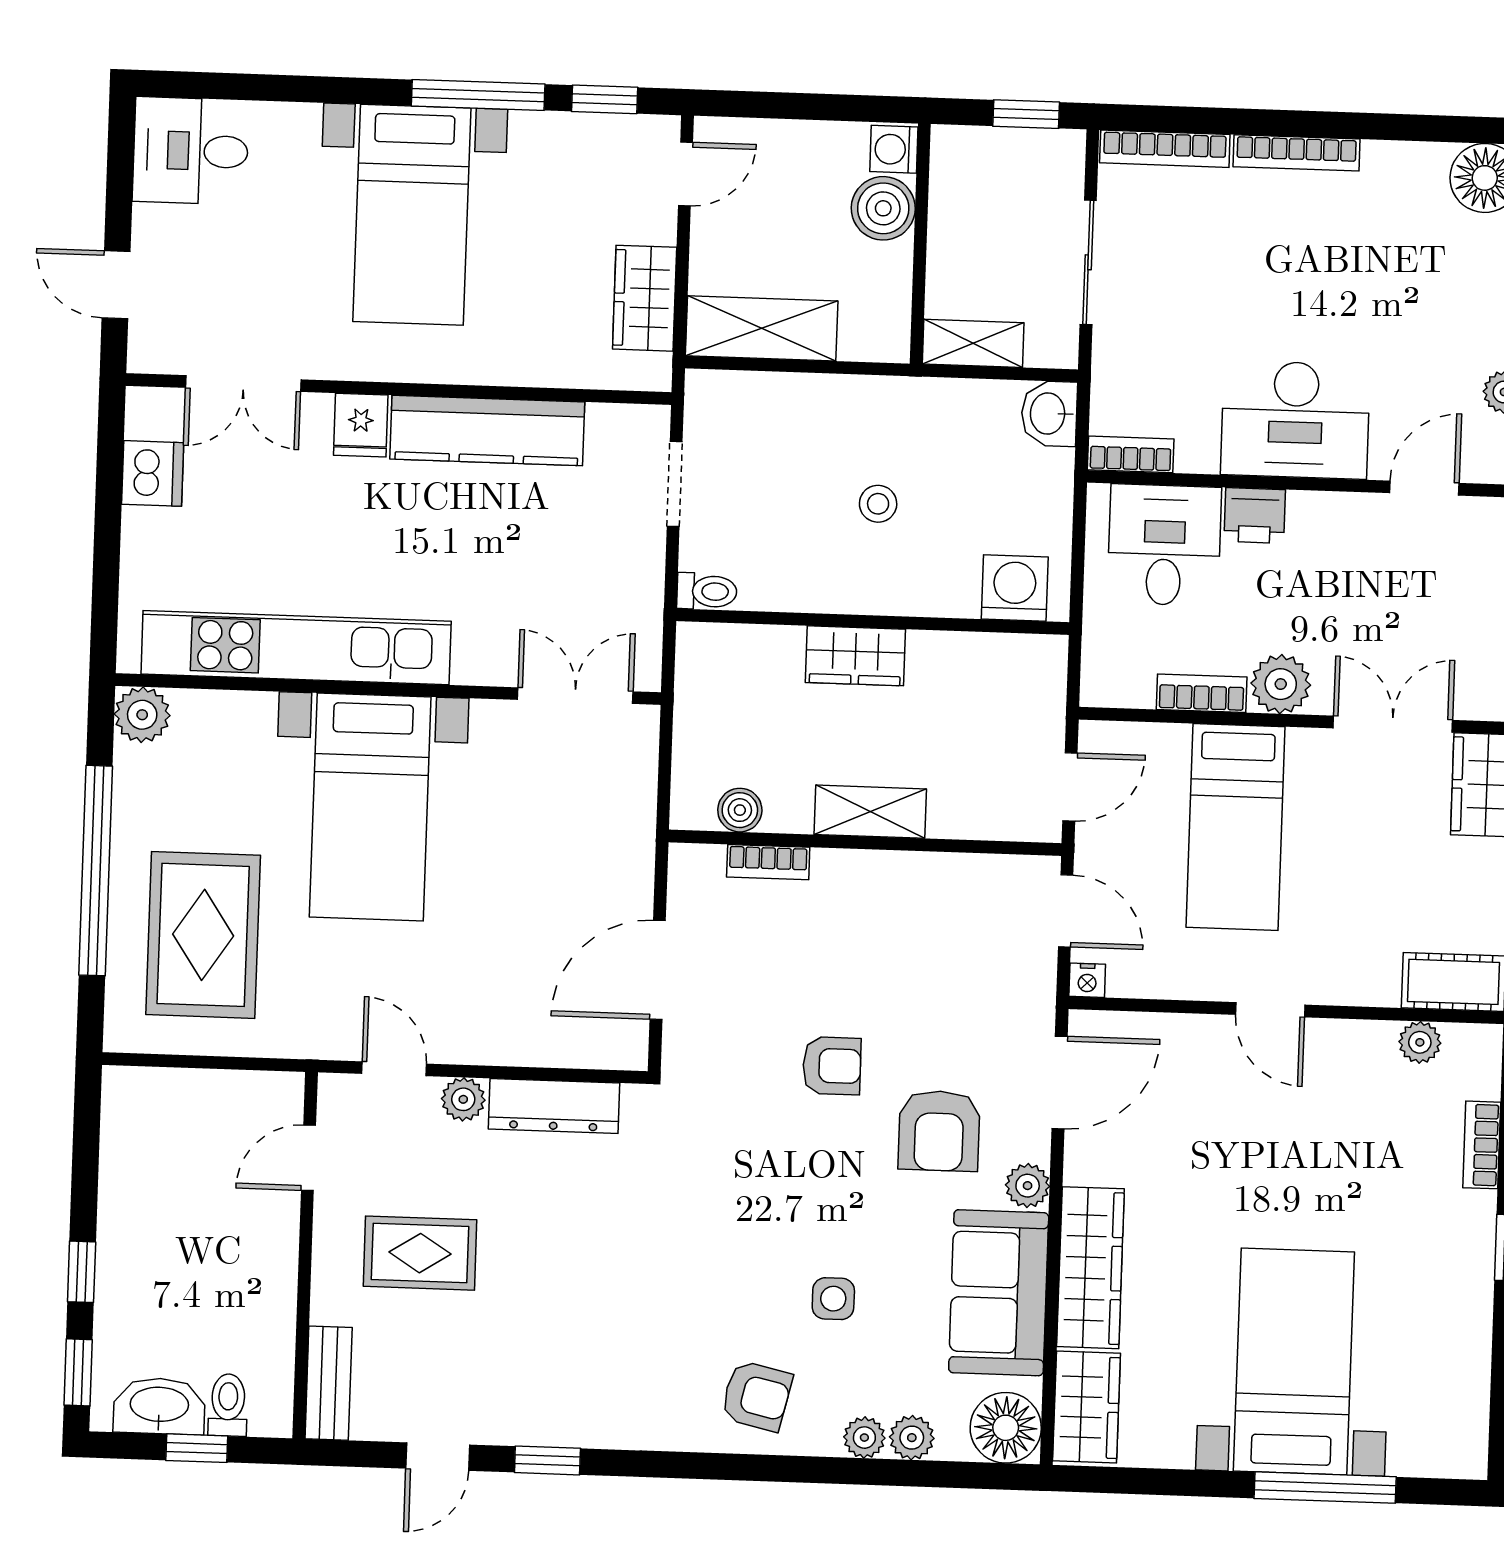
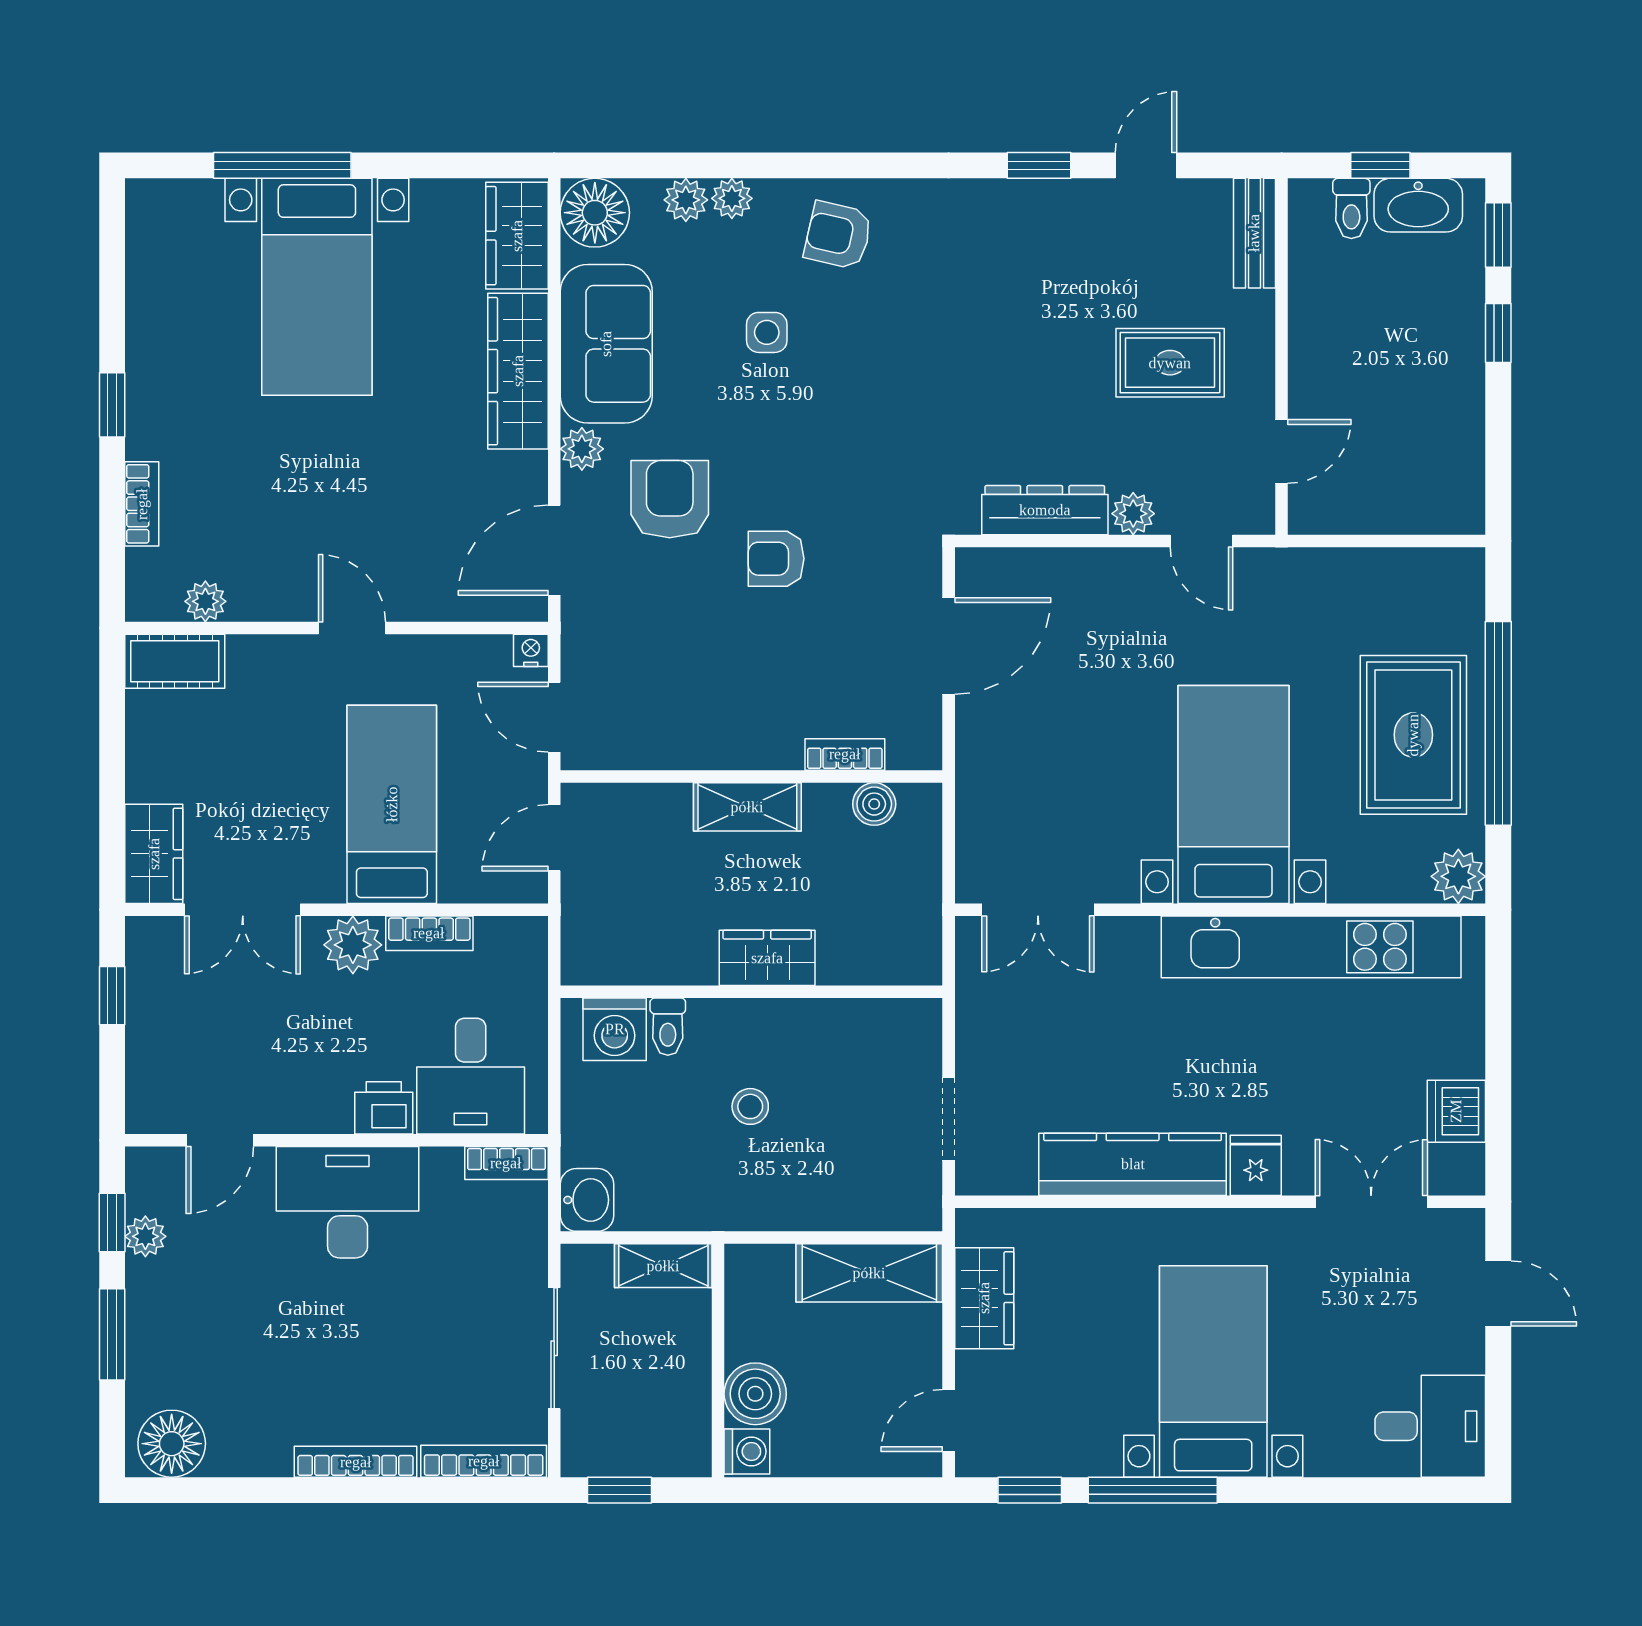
toilet: (707, 591) -> (668, 1027), moved, turned -90
rug: (203, 935) -> (1413, 735), moved

